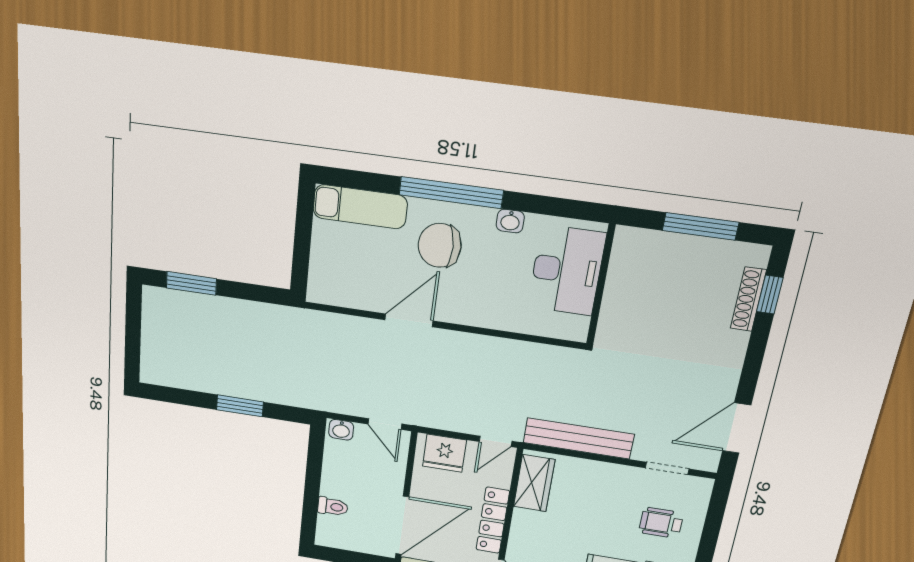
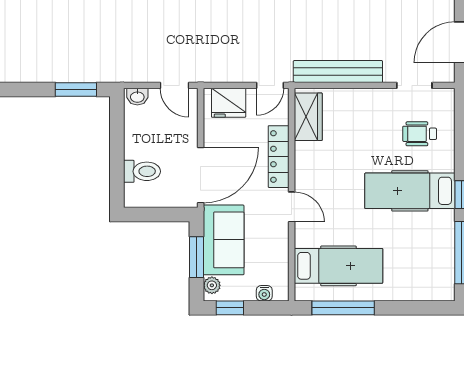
window: (240, 406) -> (76, 89), moved
toilet: (333, 507) -> (142, 171), width x1.37, depth x1.39

